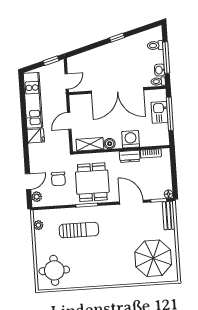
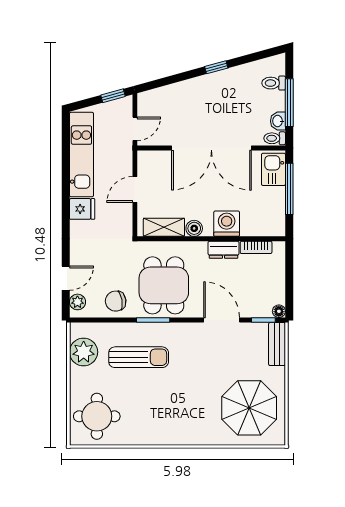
kitchen sink: (159, 112) -> (273, 169), moved
chair: (58, 179) -> (116, 301), moved, turned 80
plant: (38, 225) -> (84, 352), width x1.88, depth x1.88

